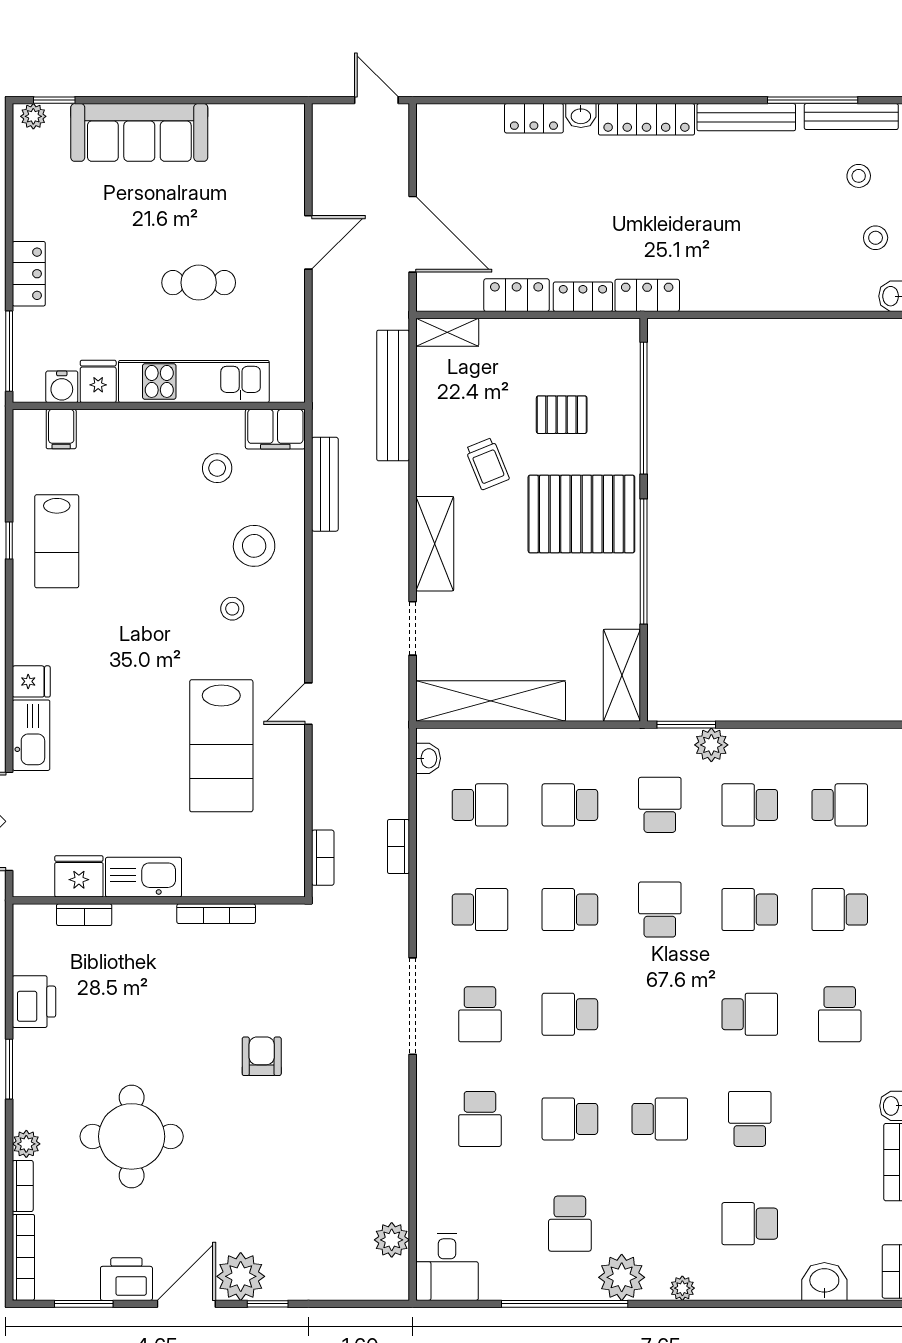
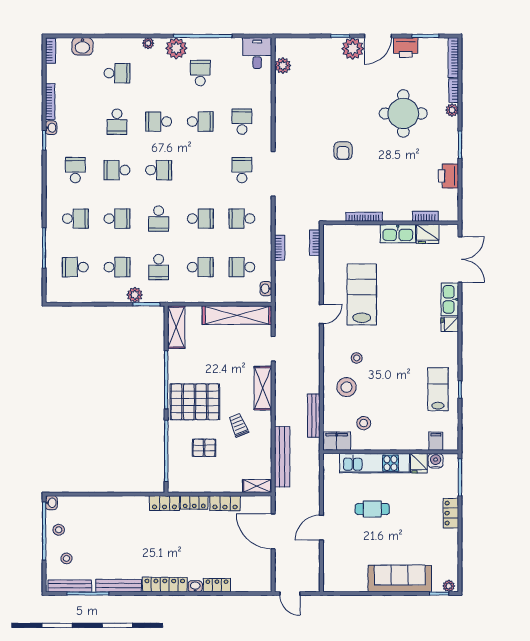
school desk: (570, 1014) -> (159, 170), moved

